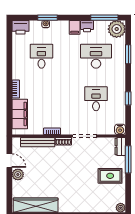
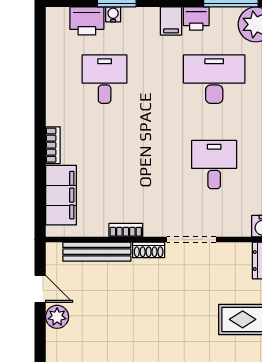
printer: (21, 27) -> (87, 21), moved

